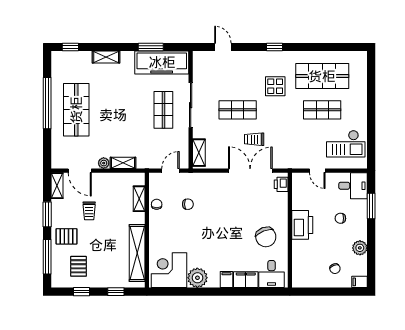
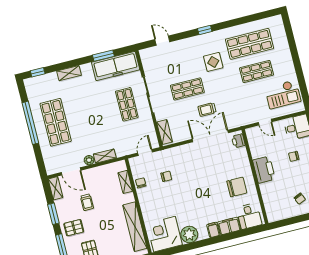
chair: (266, 237) -> (237, 187), turned -69

